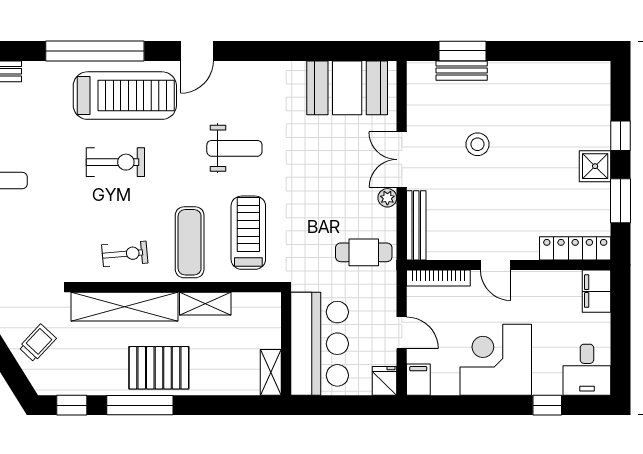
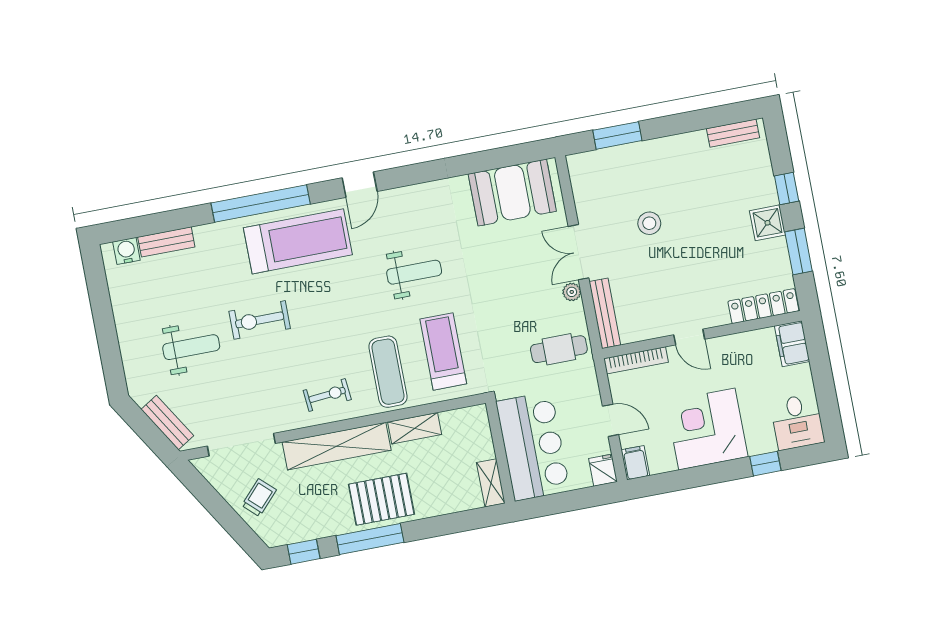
bench: (462, 71) -> (733, 133), moved
exercise bike: (115, 162) -> (260, 320), moved, turned 180

